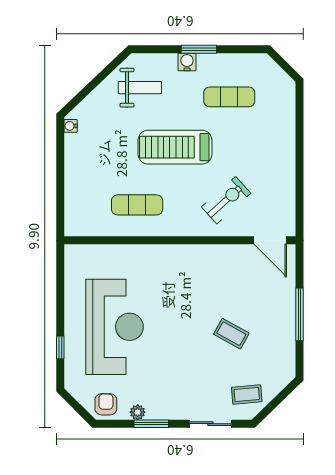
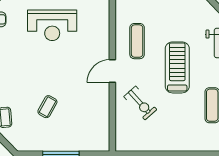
door: (270, 240) -> (112, 71), moved
reception desk: (114, 327) -> (52, 25), width x0.74, depth x0.77

